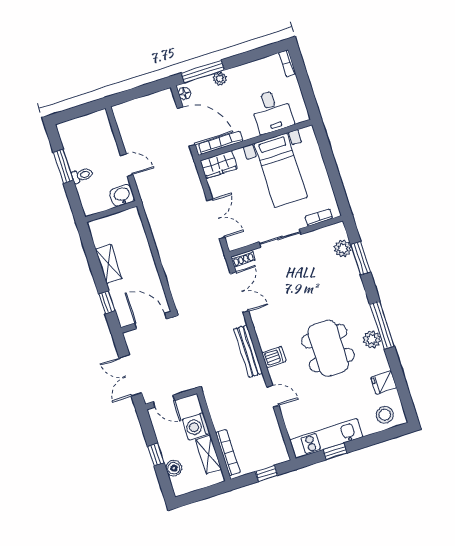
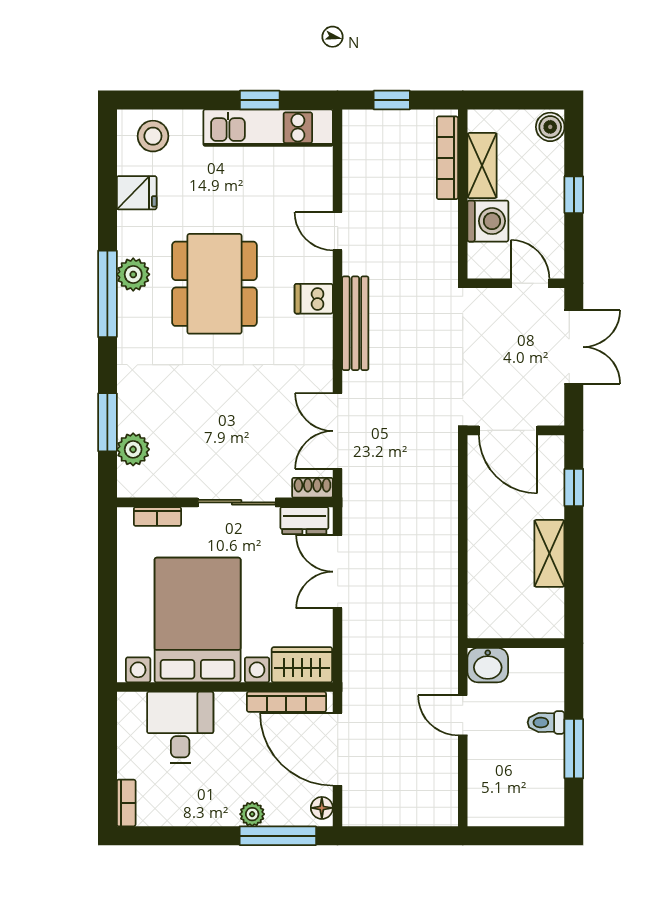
bed with nightstands: (281, 170) -> (198, 620), width x1.36
dresser: (242, 240) -> (304, 521), added
boiler: (174, 468) -> (550, 127), moved

